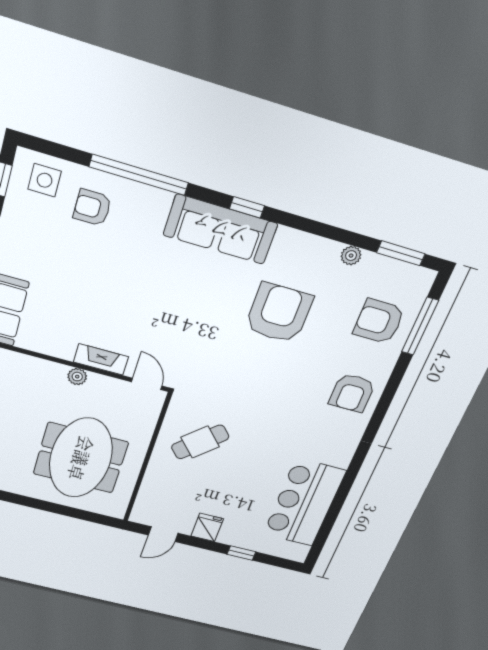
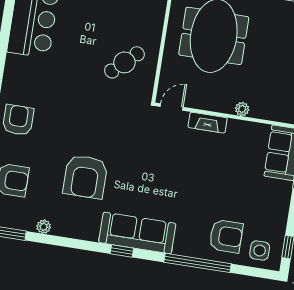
armchair: (92, 208) -> (226, 236), width x1.38, depth x1.38
plant: (77, 377) -> (242, 109), moved
door: (147, 384) -> (172, 107), swing flipped

